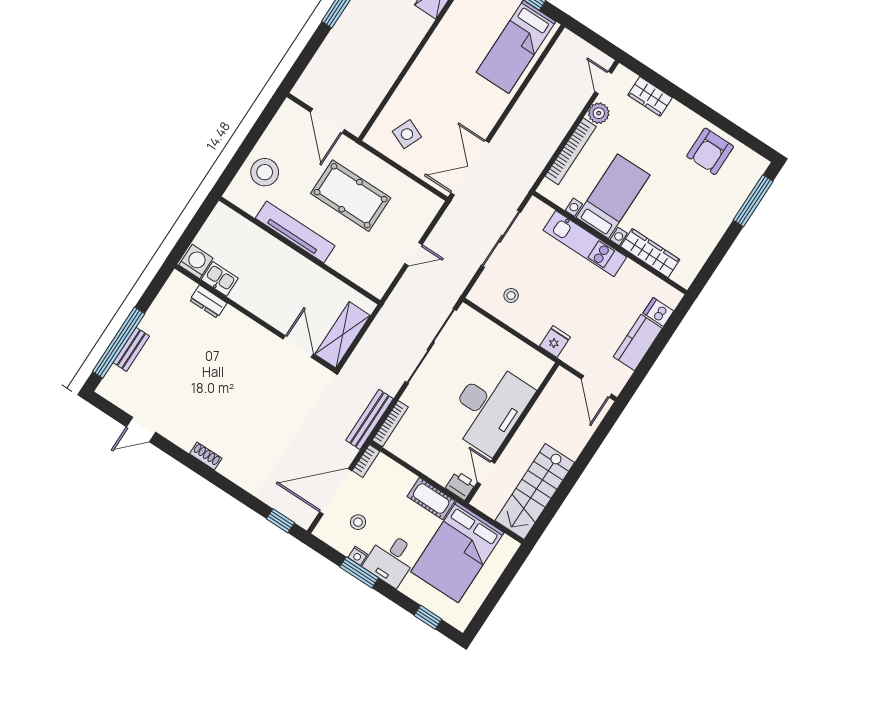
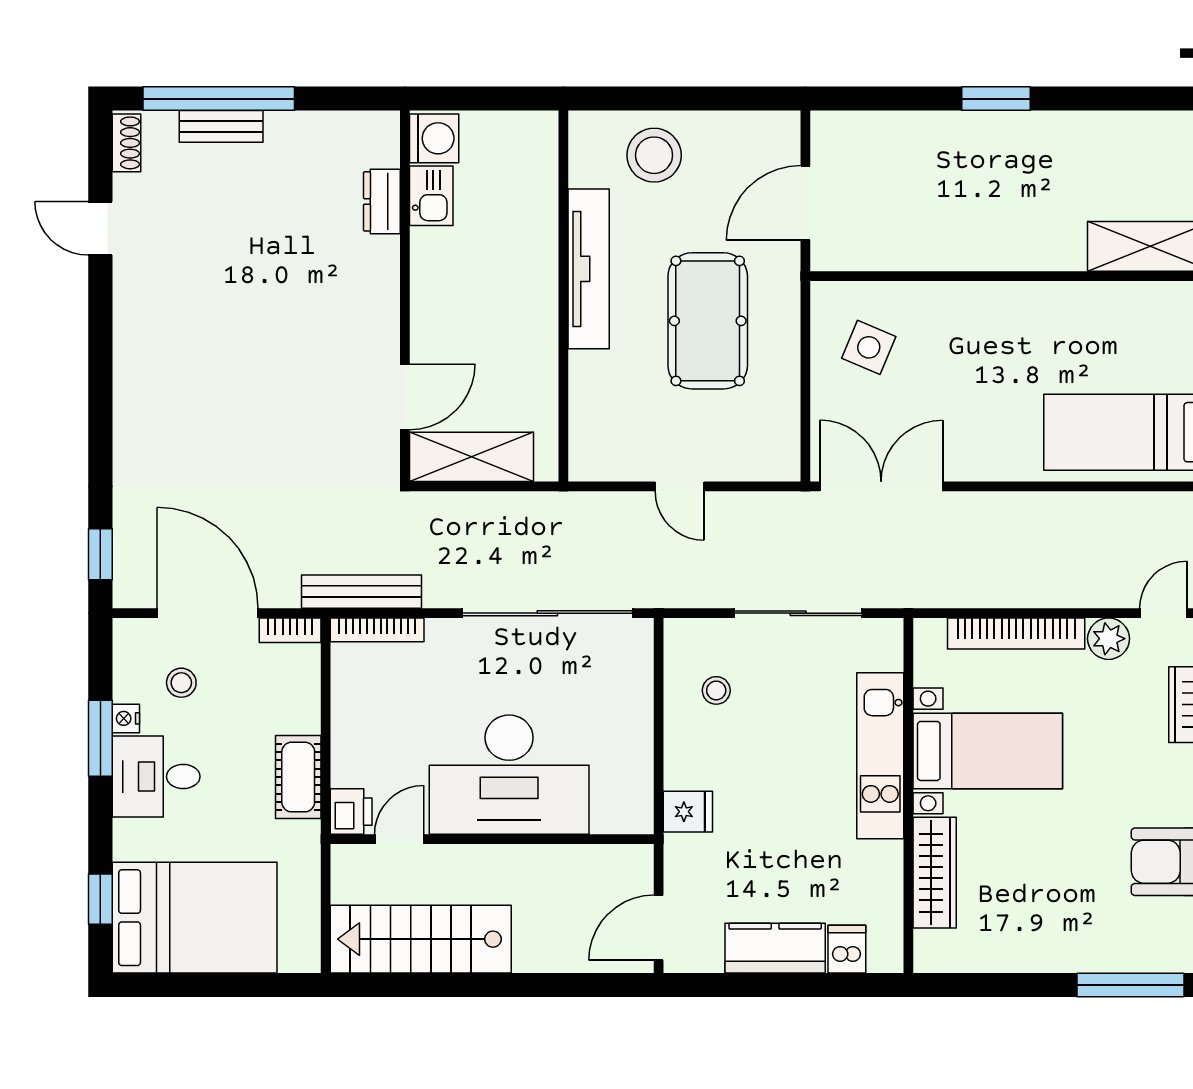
shoe rack: (206, 456) -> (126, 143), moved
bed: (457, 552) -> (195, 918), moved, turned 180

